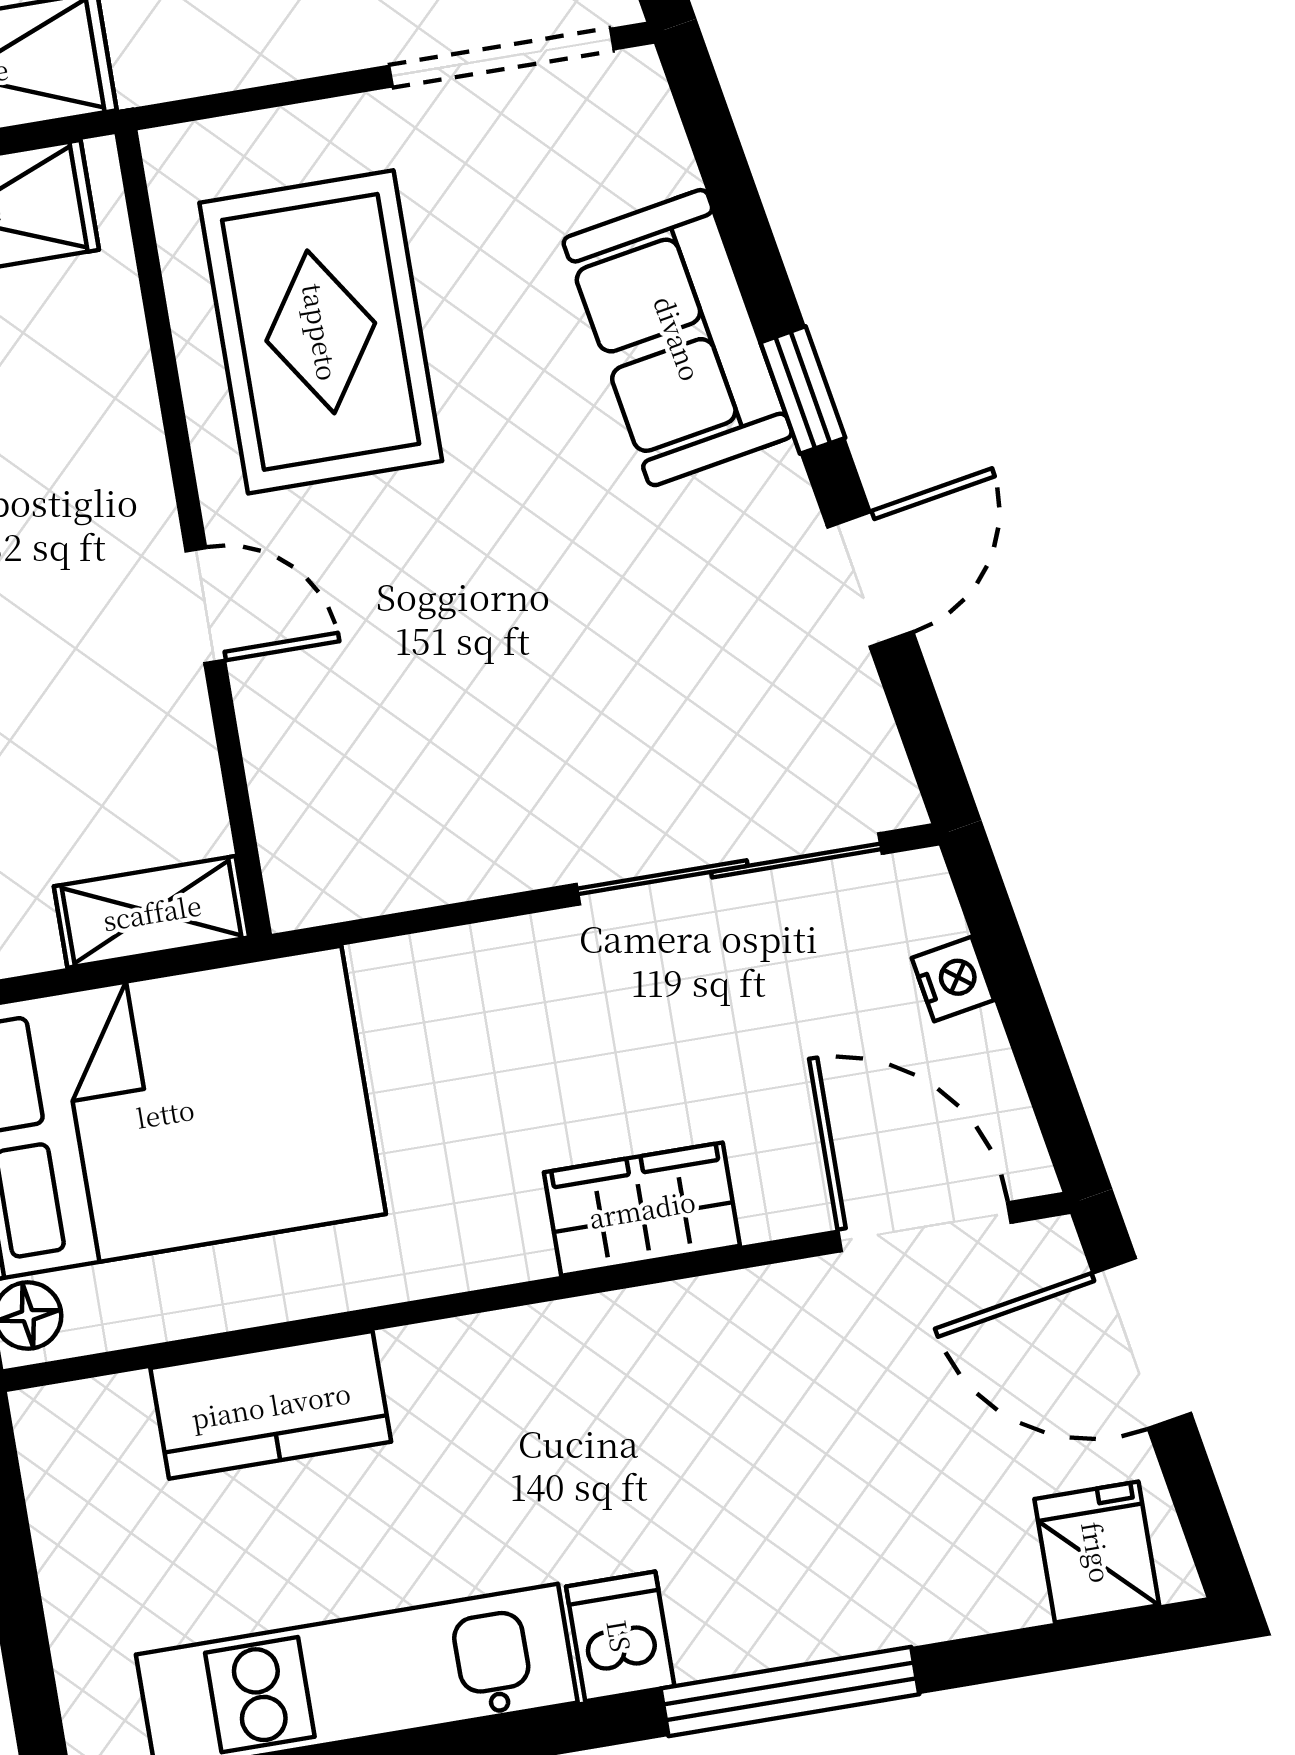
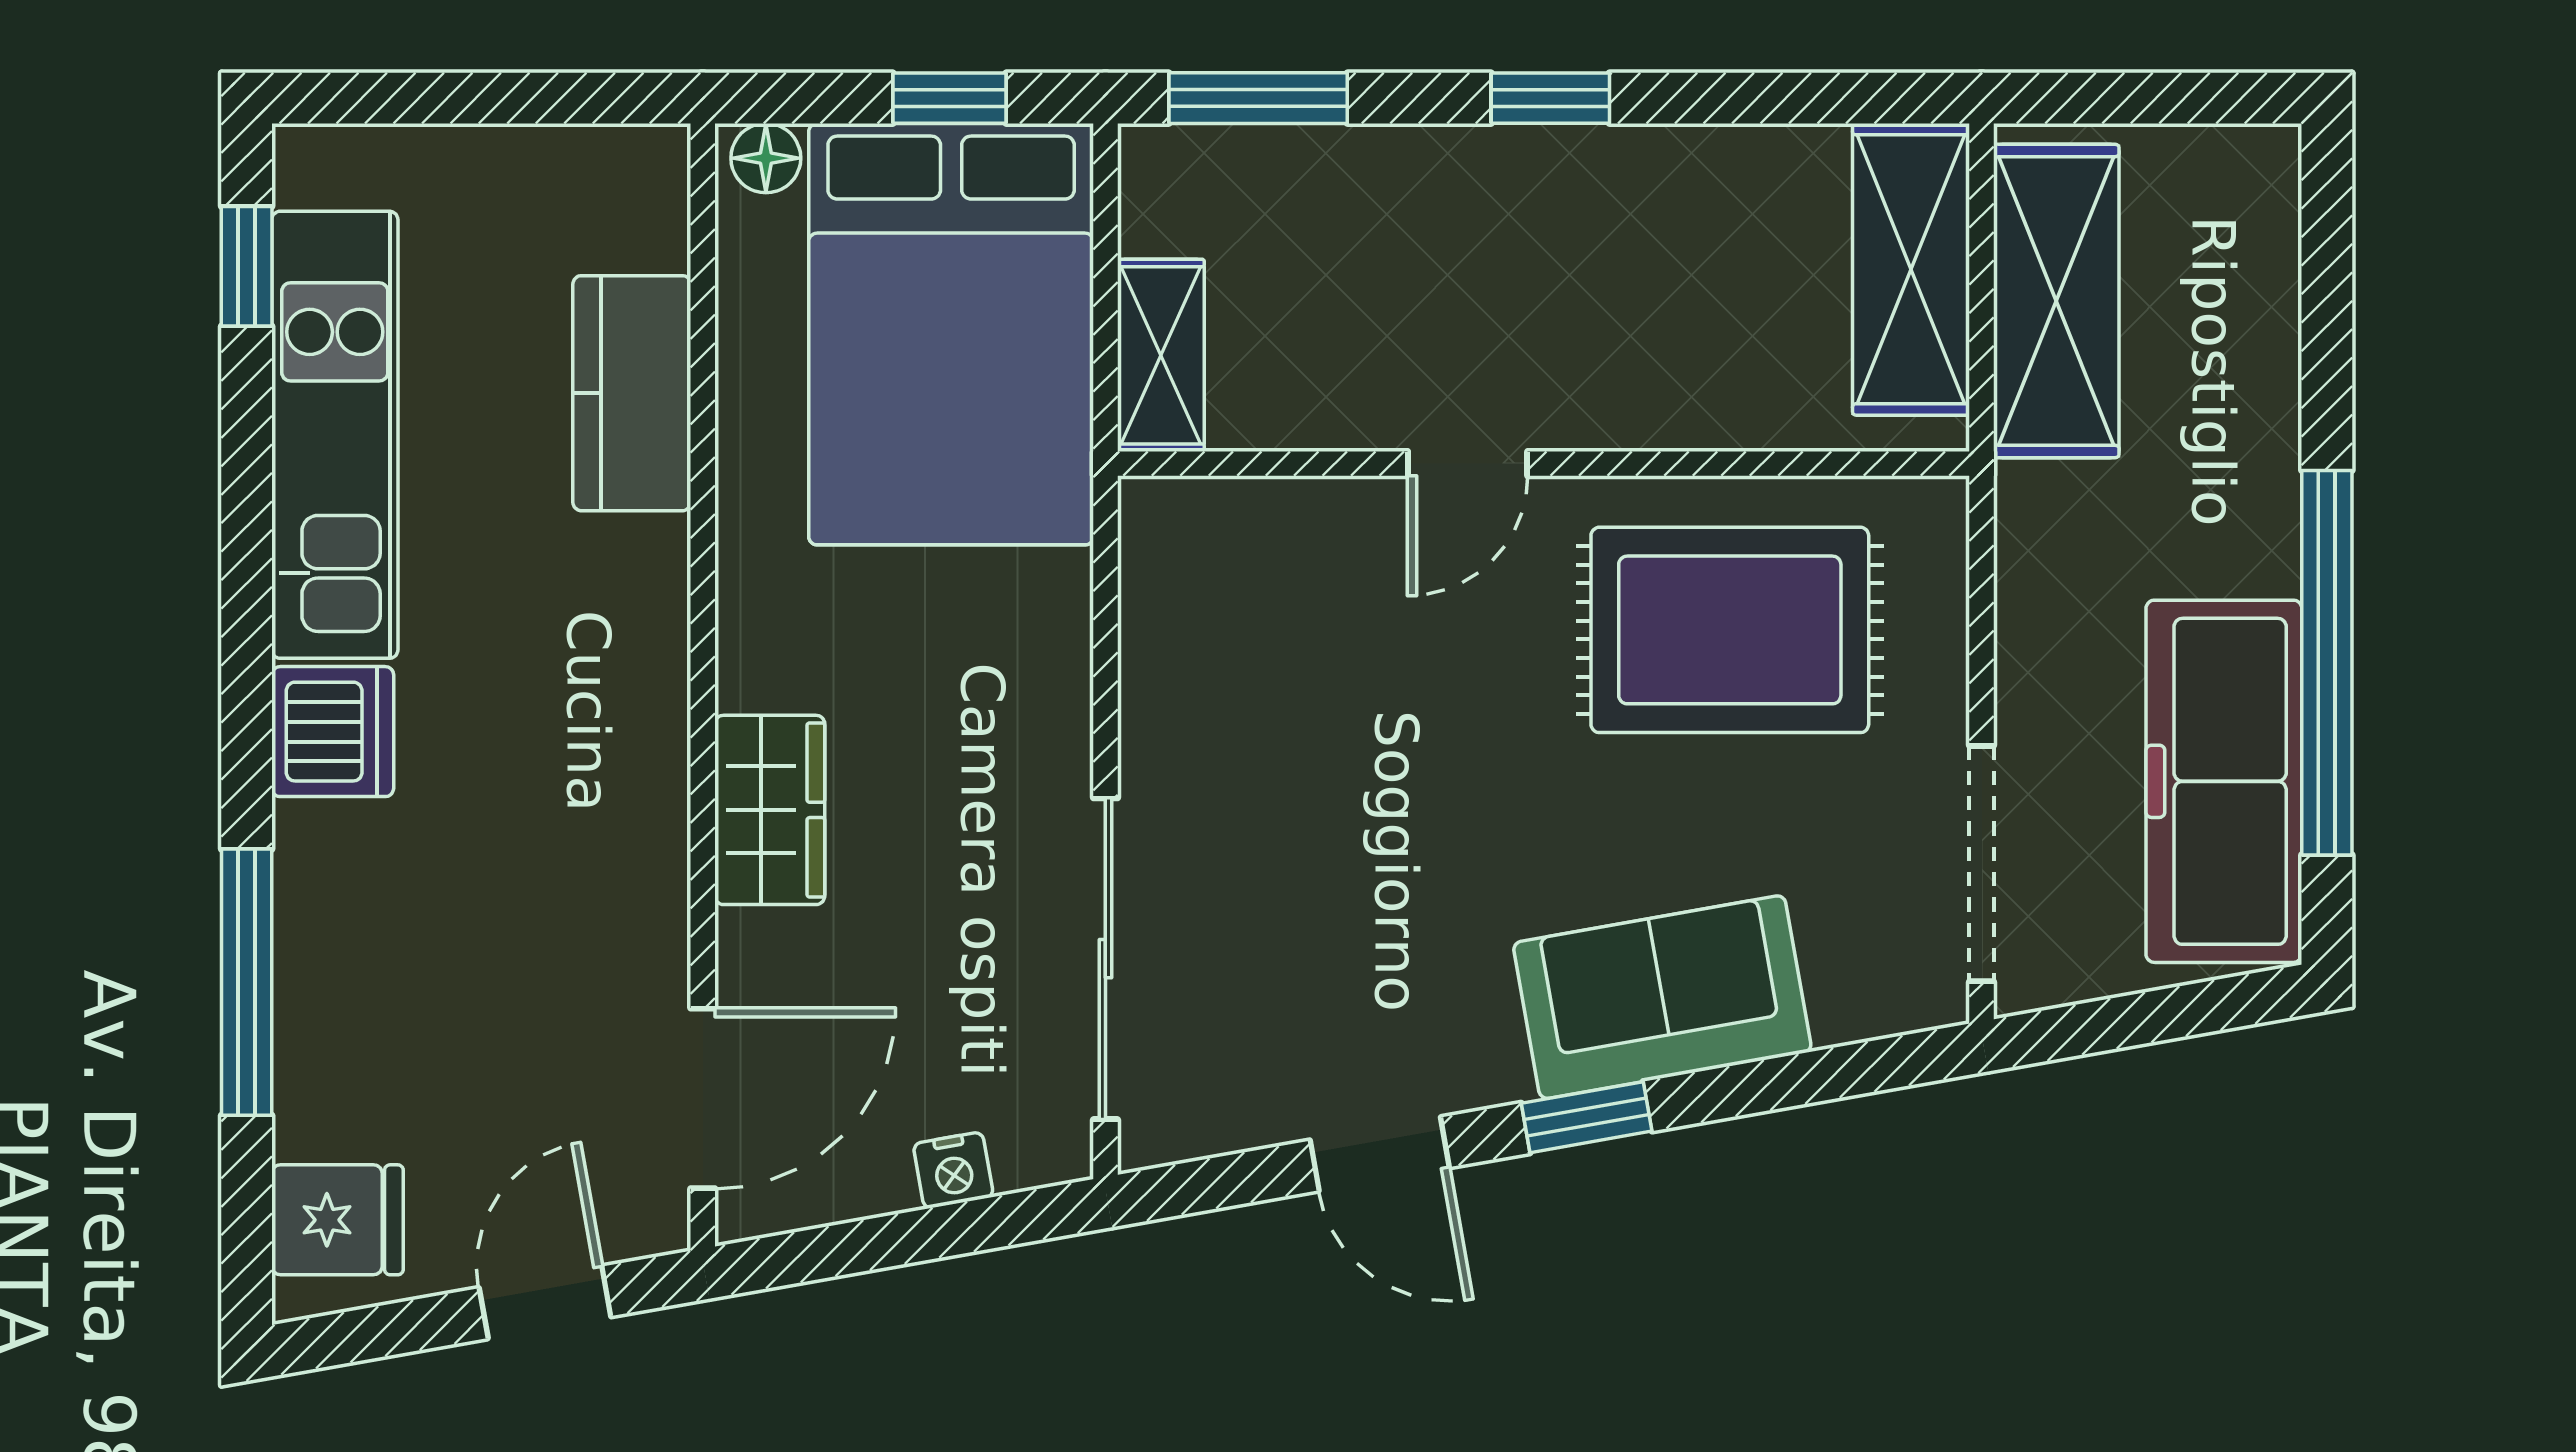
door: (1142, 1343) -> (545, 1302), width x0.73
dishwasher: (620, 1636) -> (333, 732), width x1.38
window: (790, 1691) -> (247, 982), moved

